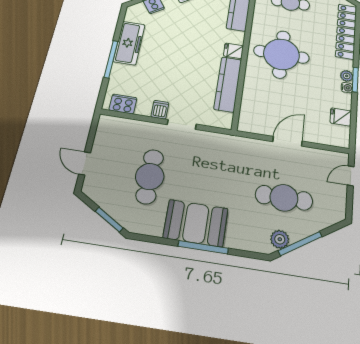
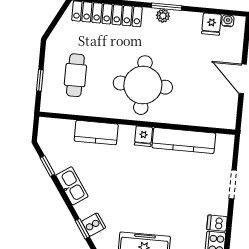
water cooler: (347, 88) -> (228, 21), moved
dishwasher: (160, 110) -> (217, 223), moved

